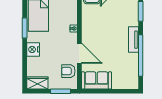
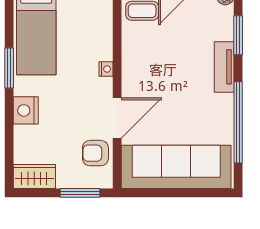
tv unit: (133, 40) -> (224, 67), moved
door: (79, 53) -> (117, 118), hinge flipped
sofa: (96, 80) -> (176, 167), width x1.85, depth x1.27

